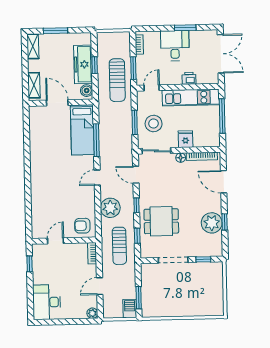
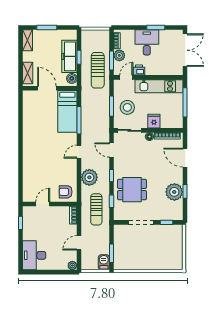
plant: (143, 62) -> (119, 55), added
printer: (189, 78) -> (139, 70), moved

